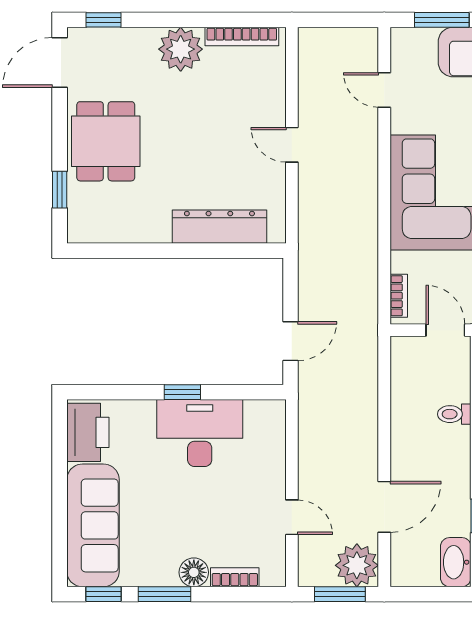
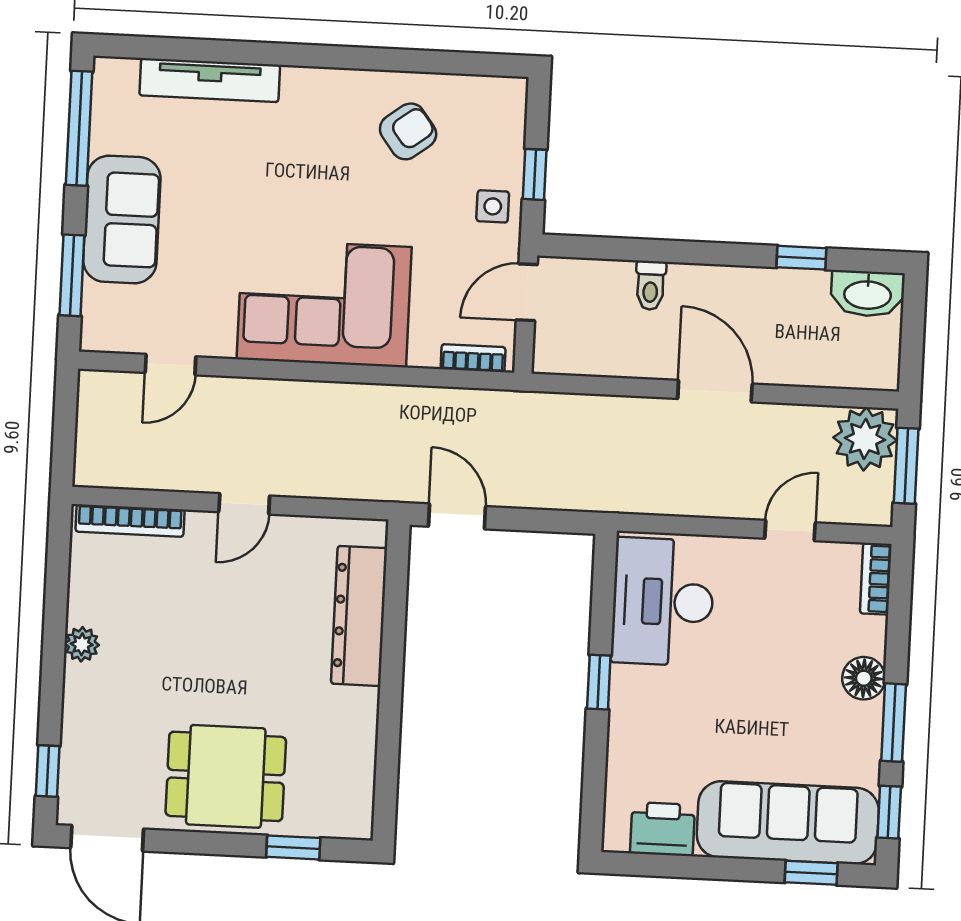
bookcase: (242, 36) -> (130, 521), moved, turned 90
plant: (181, 49) -> (82, 644), width x0.53, depth x0.53
door: (290, 341) -> (457, 516), moved
printer: (88, 432) -> (662, 829), width x0.73, depth x0.84
desk: (200, 433) -> (663, 602), moved
door: (384, 507) -> (715, 391), moved
window: (60, 543) -> (811, 873), added
bookcase: (235, 577) -> (876, 579), moved

